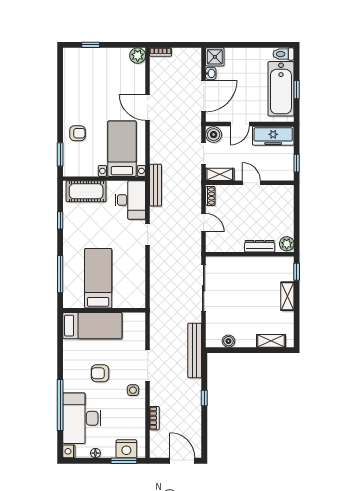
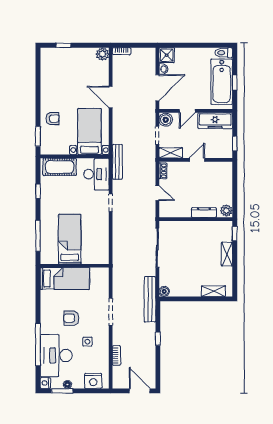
door: (251, 183) -> (197, 160), hinge flipped
boiler: (228, 341) -> (164, 291), moved
side table: (133, 390) -> (87, 342), moved
window: (124, 461) -> (62, 391), moved

